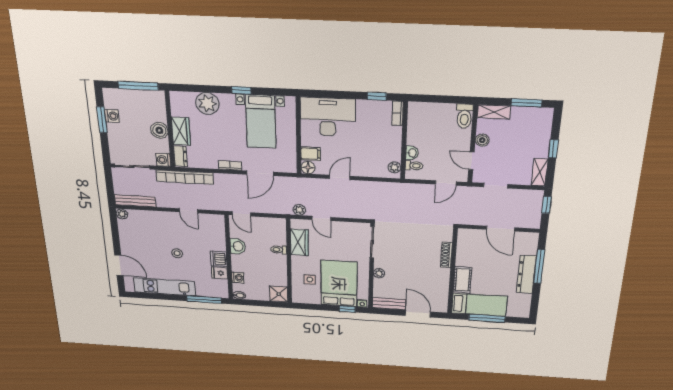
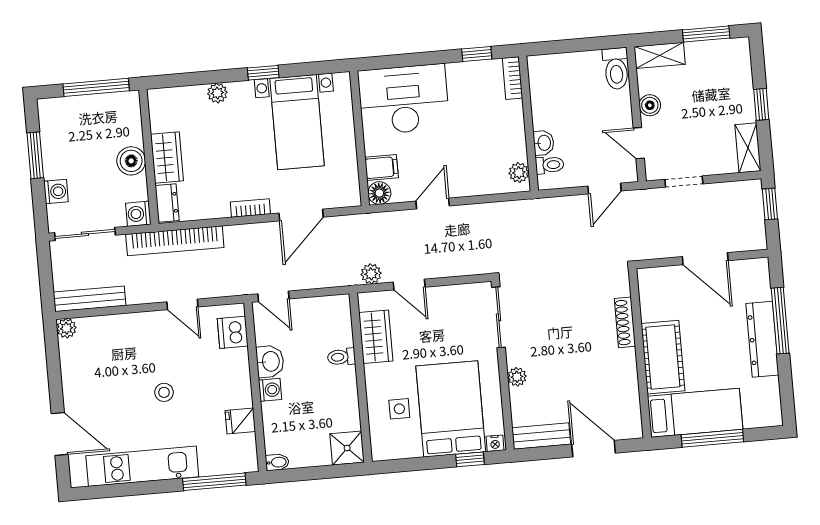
plant: (207, 103) -> (217, 93), width x0.53, depth x0.53
washing machine: (112, 116) -> (56, 191), moved
dishwasher: (219, 259) -> (233, 332), moved
washing machine: (238, 278) -> (270, 390), moved
cot: (462, 280) -> (663, 357), width x1.37, depth x1.34

